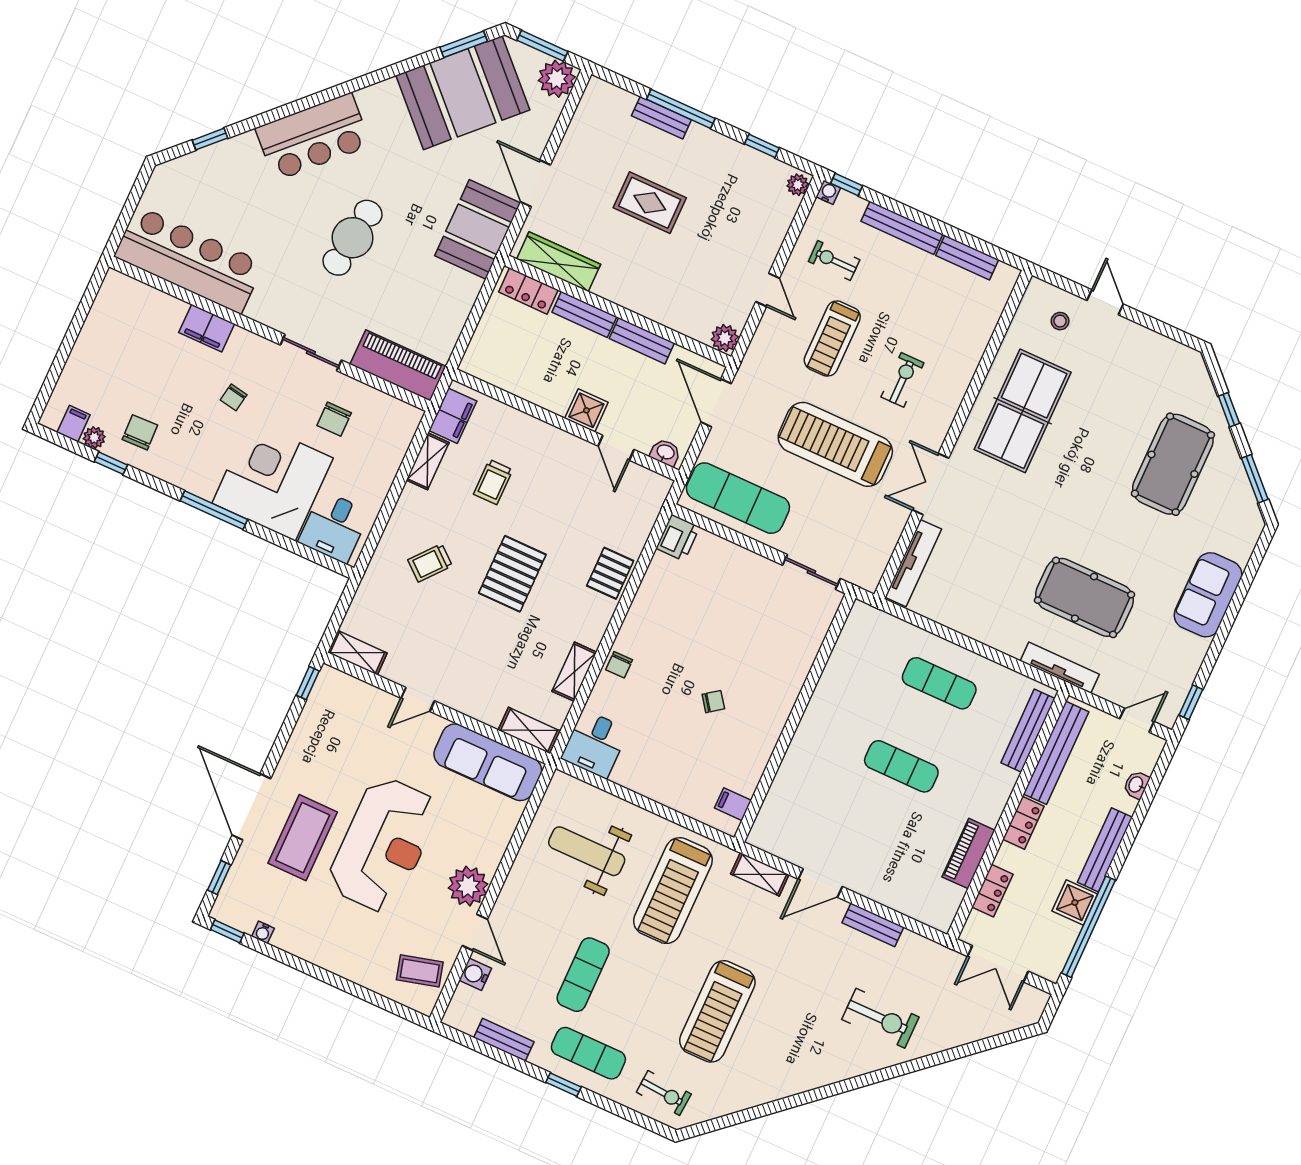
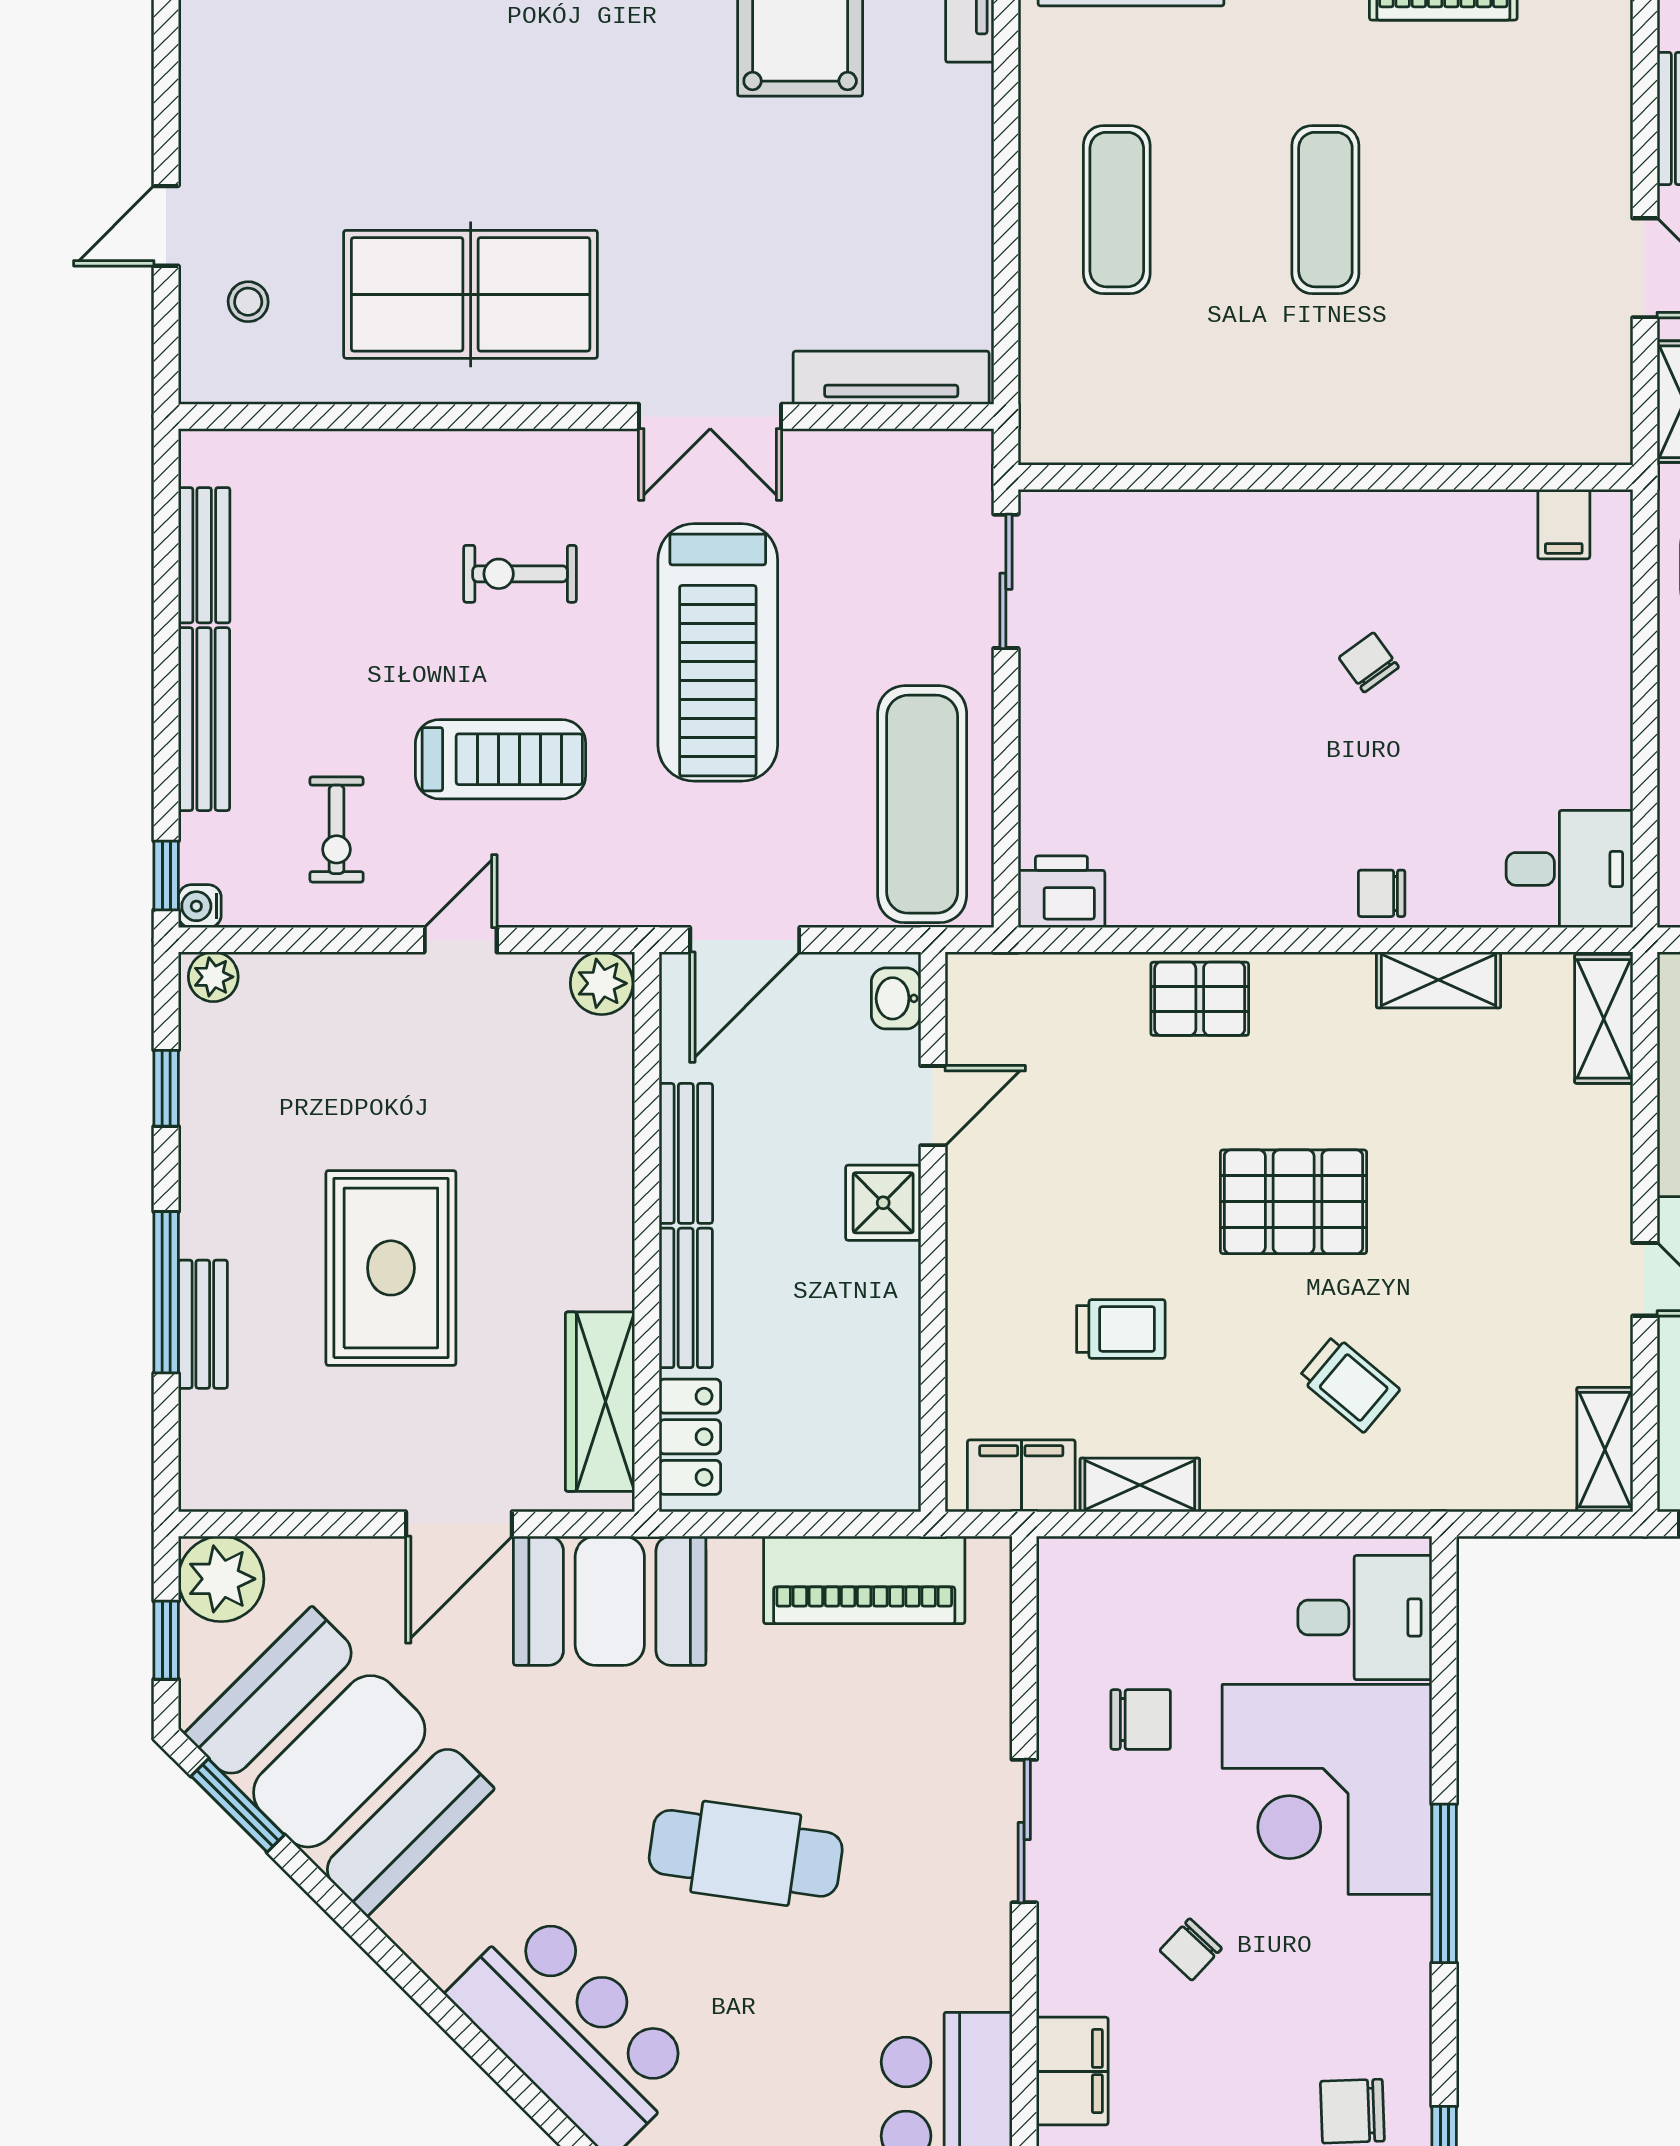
window: (542, 46) -> (166, 1640), width x0.67
rug: (650, 203) -> (391, 1268), width x1.36, depth x1.43
piano: (398, 365) -> (864, 1580), moved, turned -90
chair: (234, 397) -> (1191, 1949), turned 123
chair: (619, 665) -> (1382, 893), turned 180

